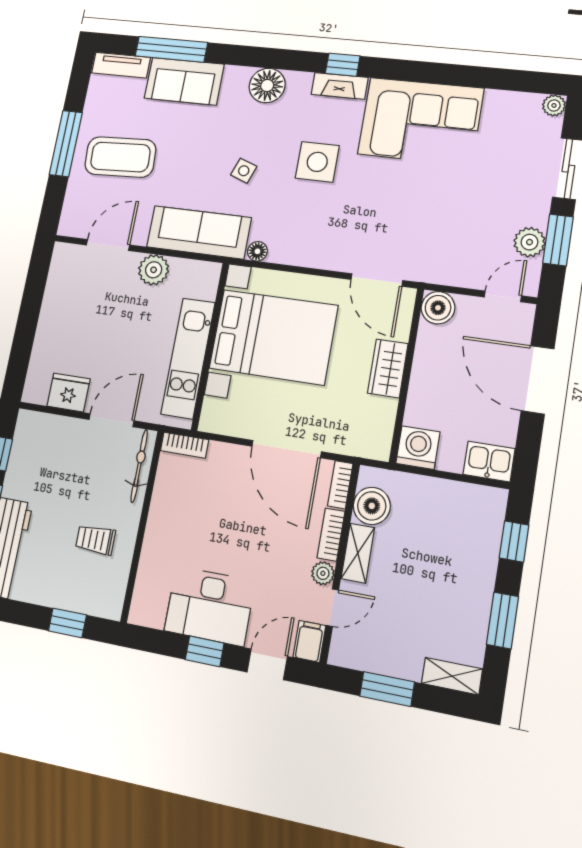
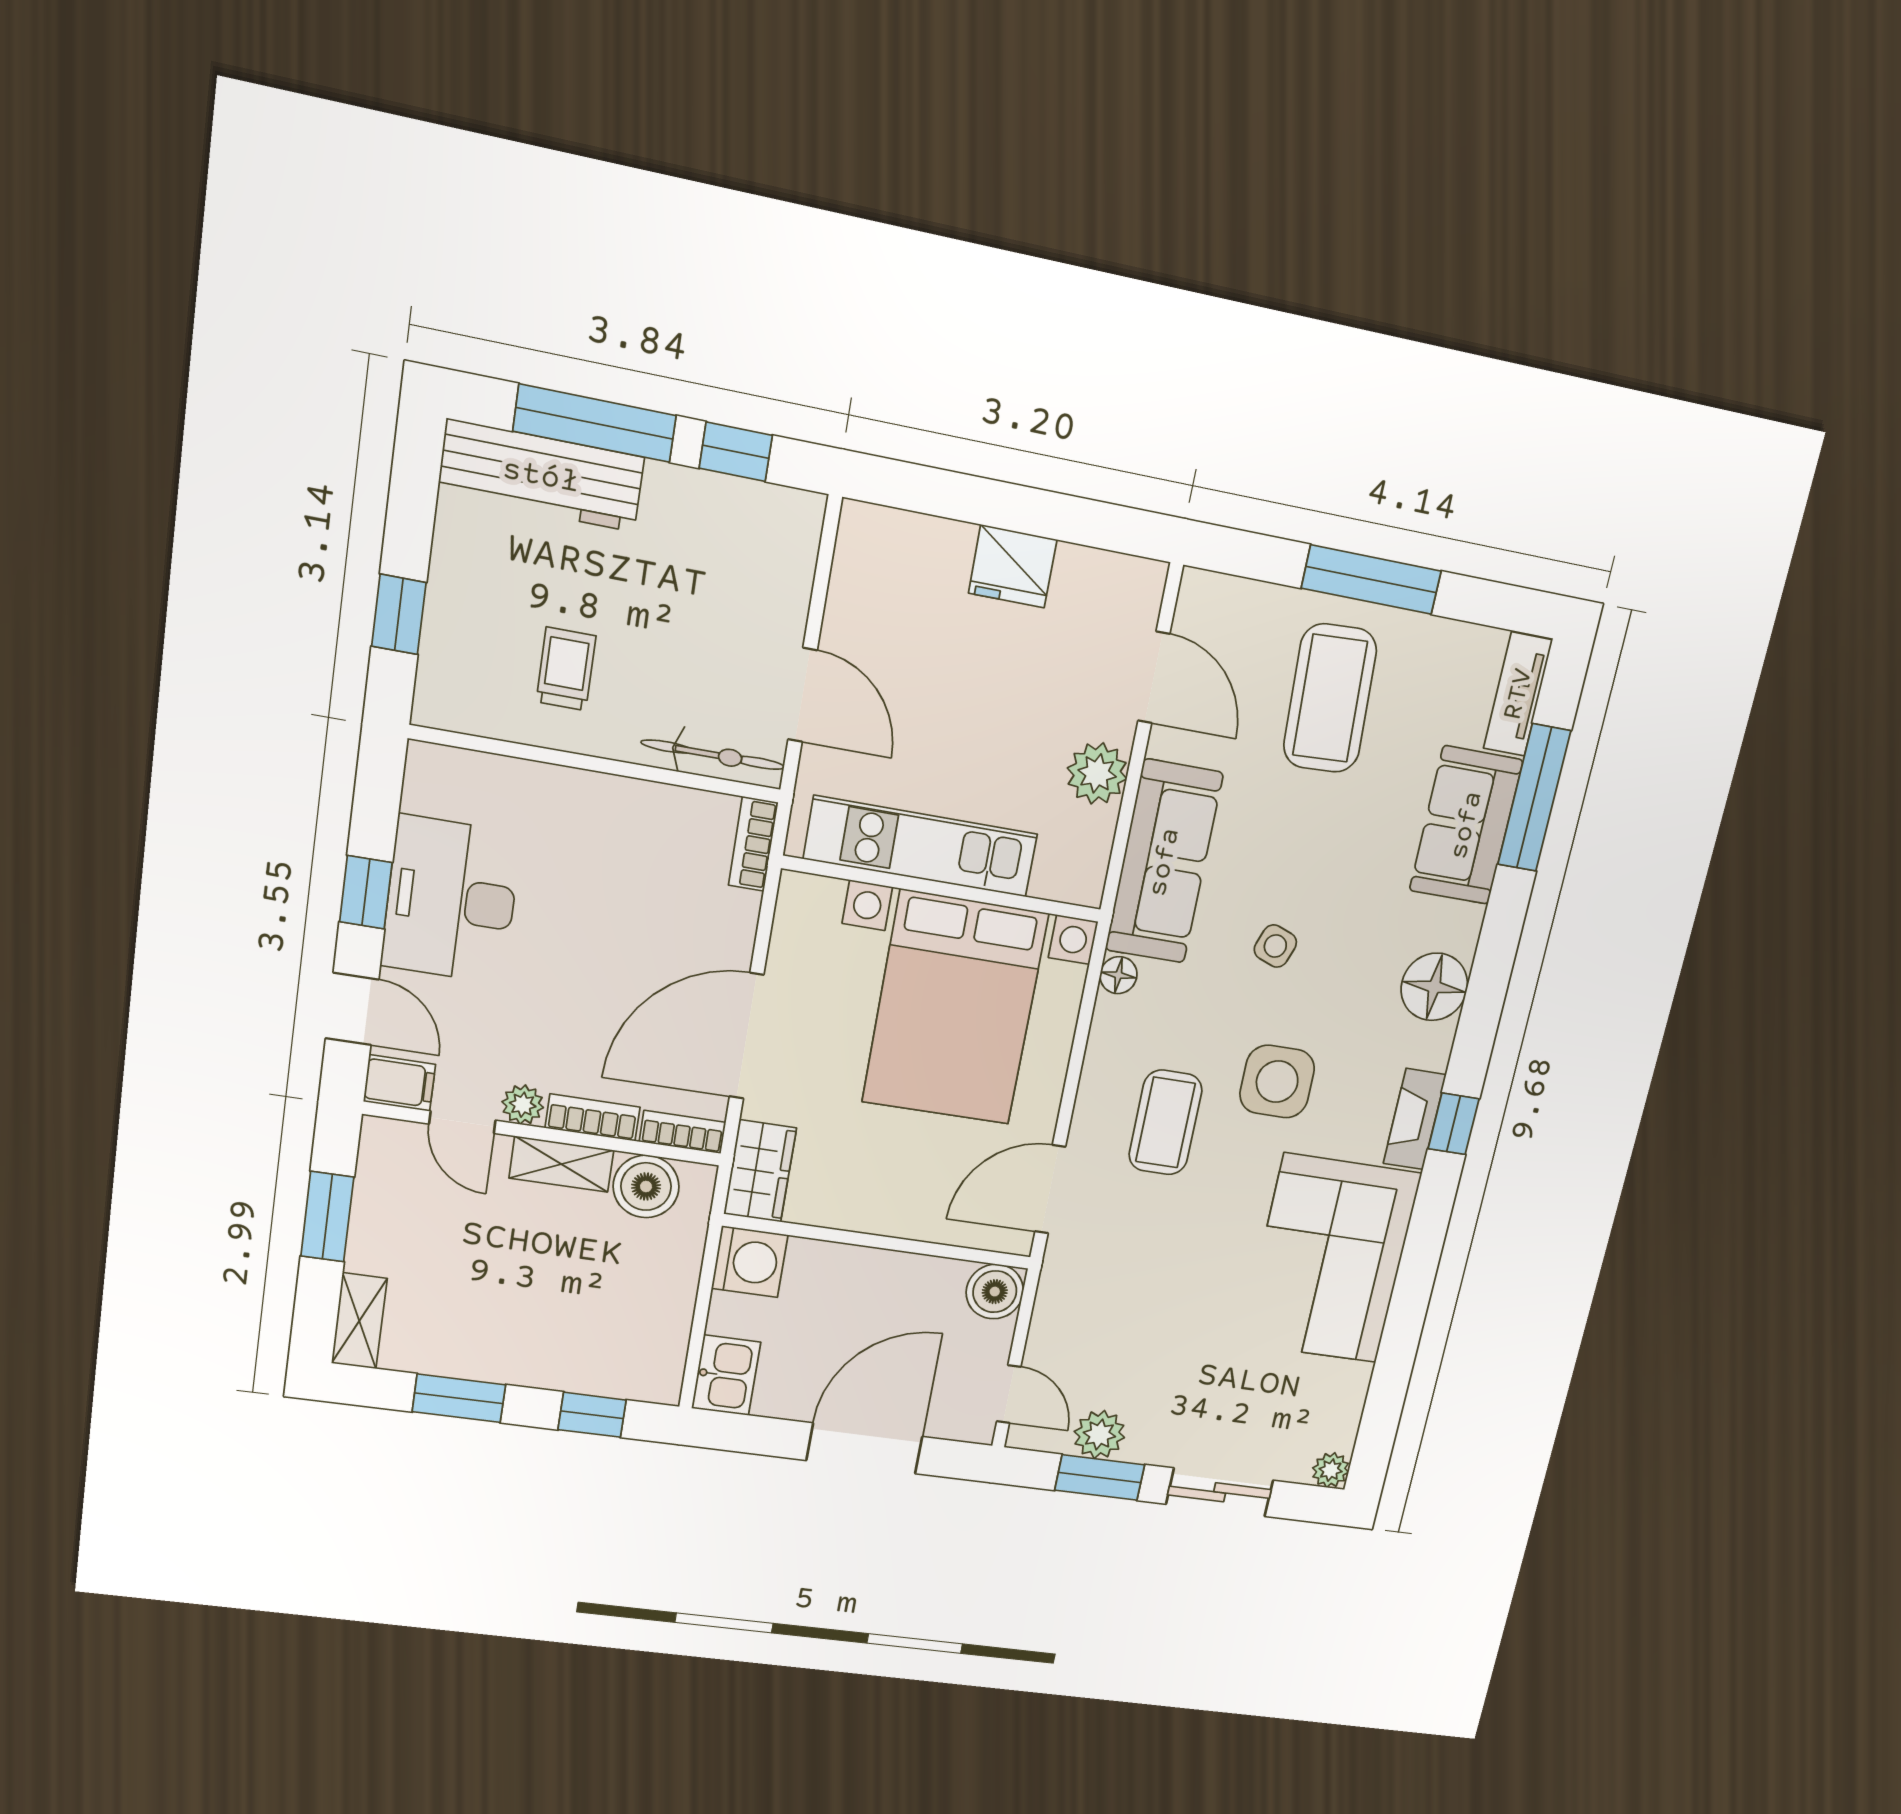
coffee table: (339, 220) -> (1165, 1123), added
wardrobe: (388, 368) -> (760, 1171), moved, turned 90
fridge: (69, 393) -> (1013, 566), moved, turned 90

